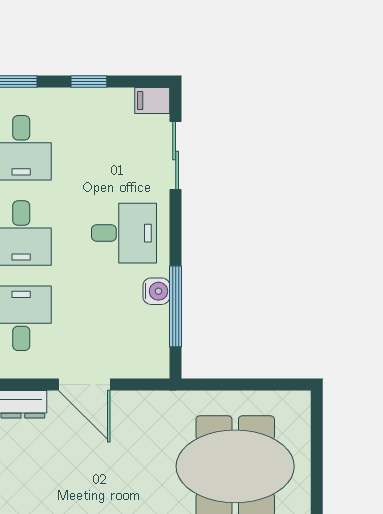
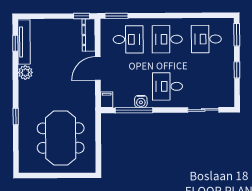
filing cabinet: (152, 101) -> (107, 100), moved
desk: (124, 233) -> (167, 86), turned 90

